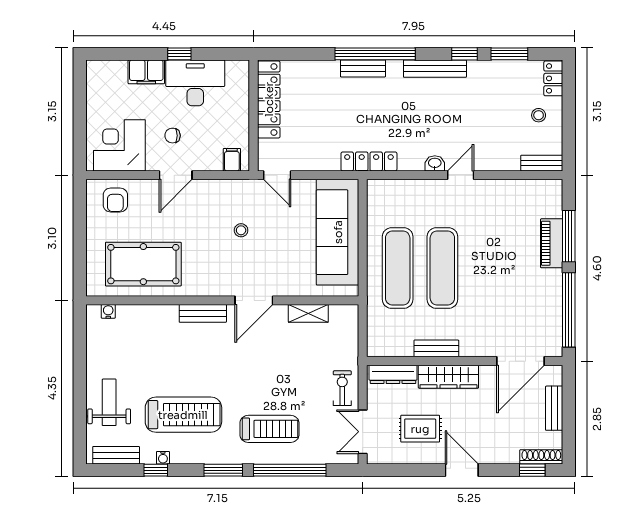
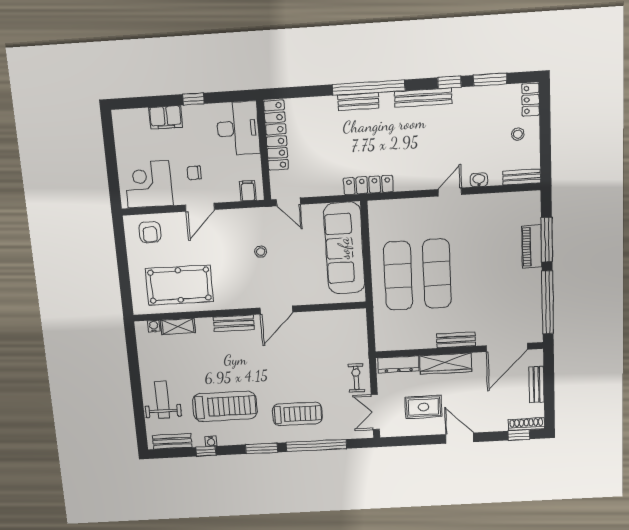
desk: (195, 83) -> (238, 128), moved, turned 90
washbasin: (435, 163) -> (479, 180), moved
shelving: (308, 313) -> (178, 326), moved
bench: (436, 348) -> (456, 340), moved

